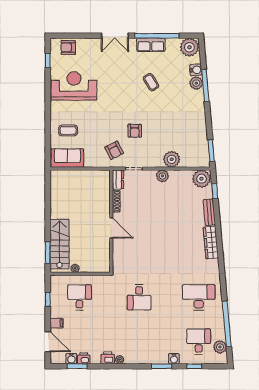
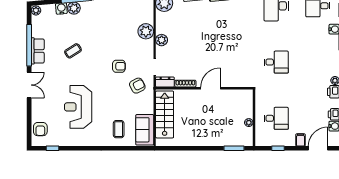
plant: (189, 47) -> (36, 10), width x0.53, depth x0.53
reception desk: (74, 86) -> (78, 107), moved
stairs: (60, 244) -> (165, 114), moved, turned 90
desk: (80, 297) -> (276, 118), turned 180

